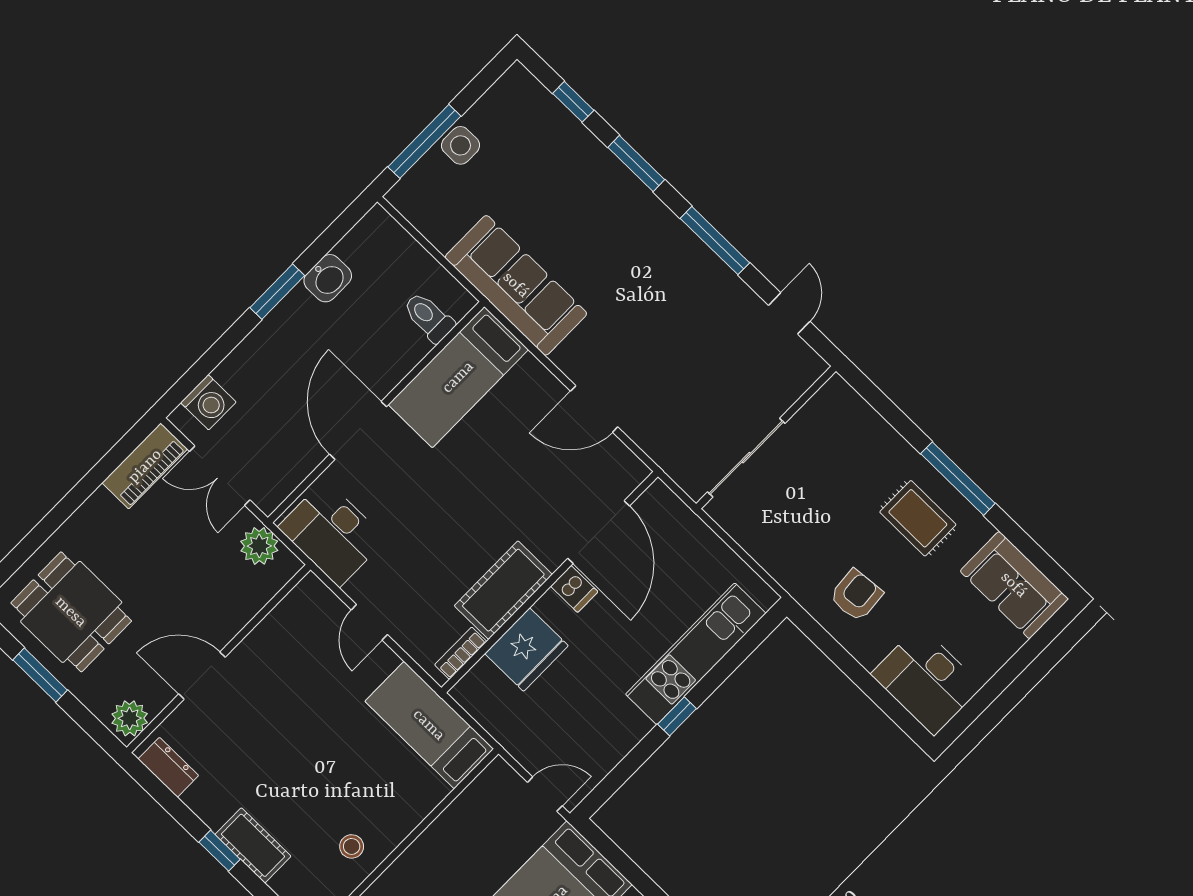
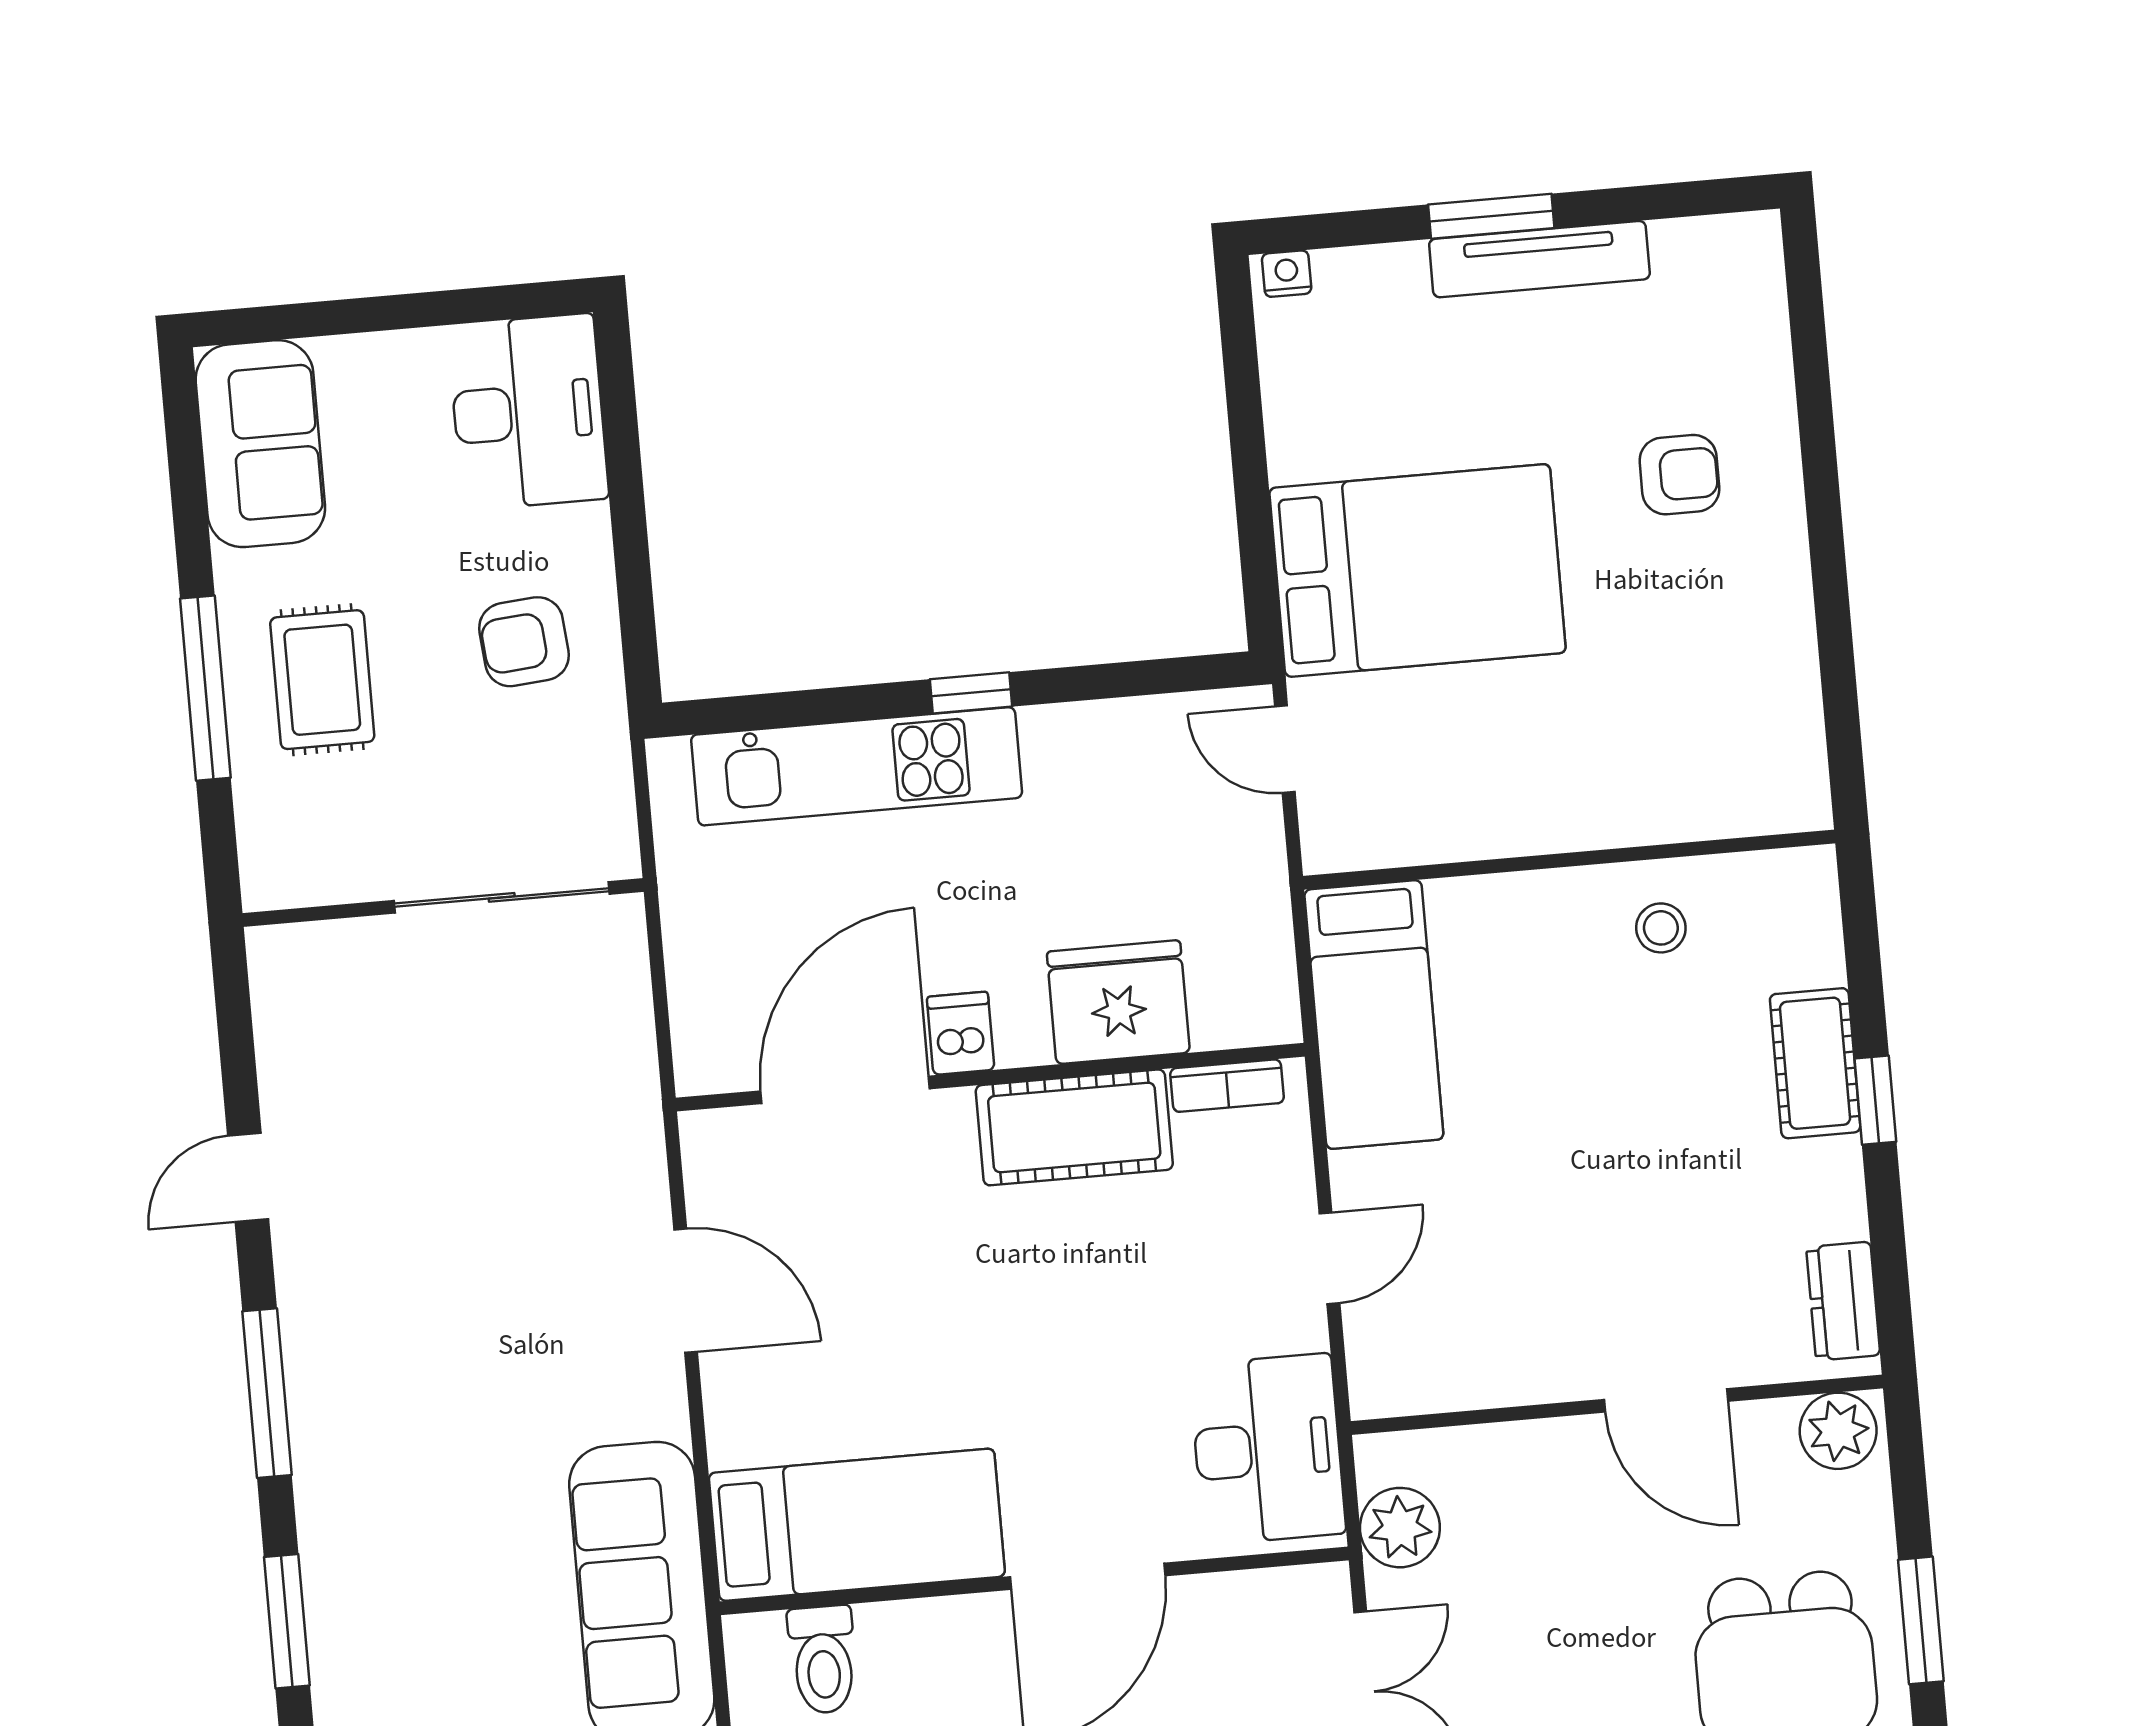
wall: (766, 437) -> (443, 903), moved
sliding door: (746, 458) -> (502, 897), moved

